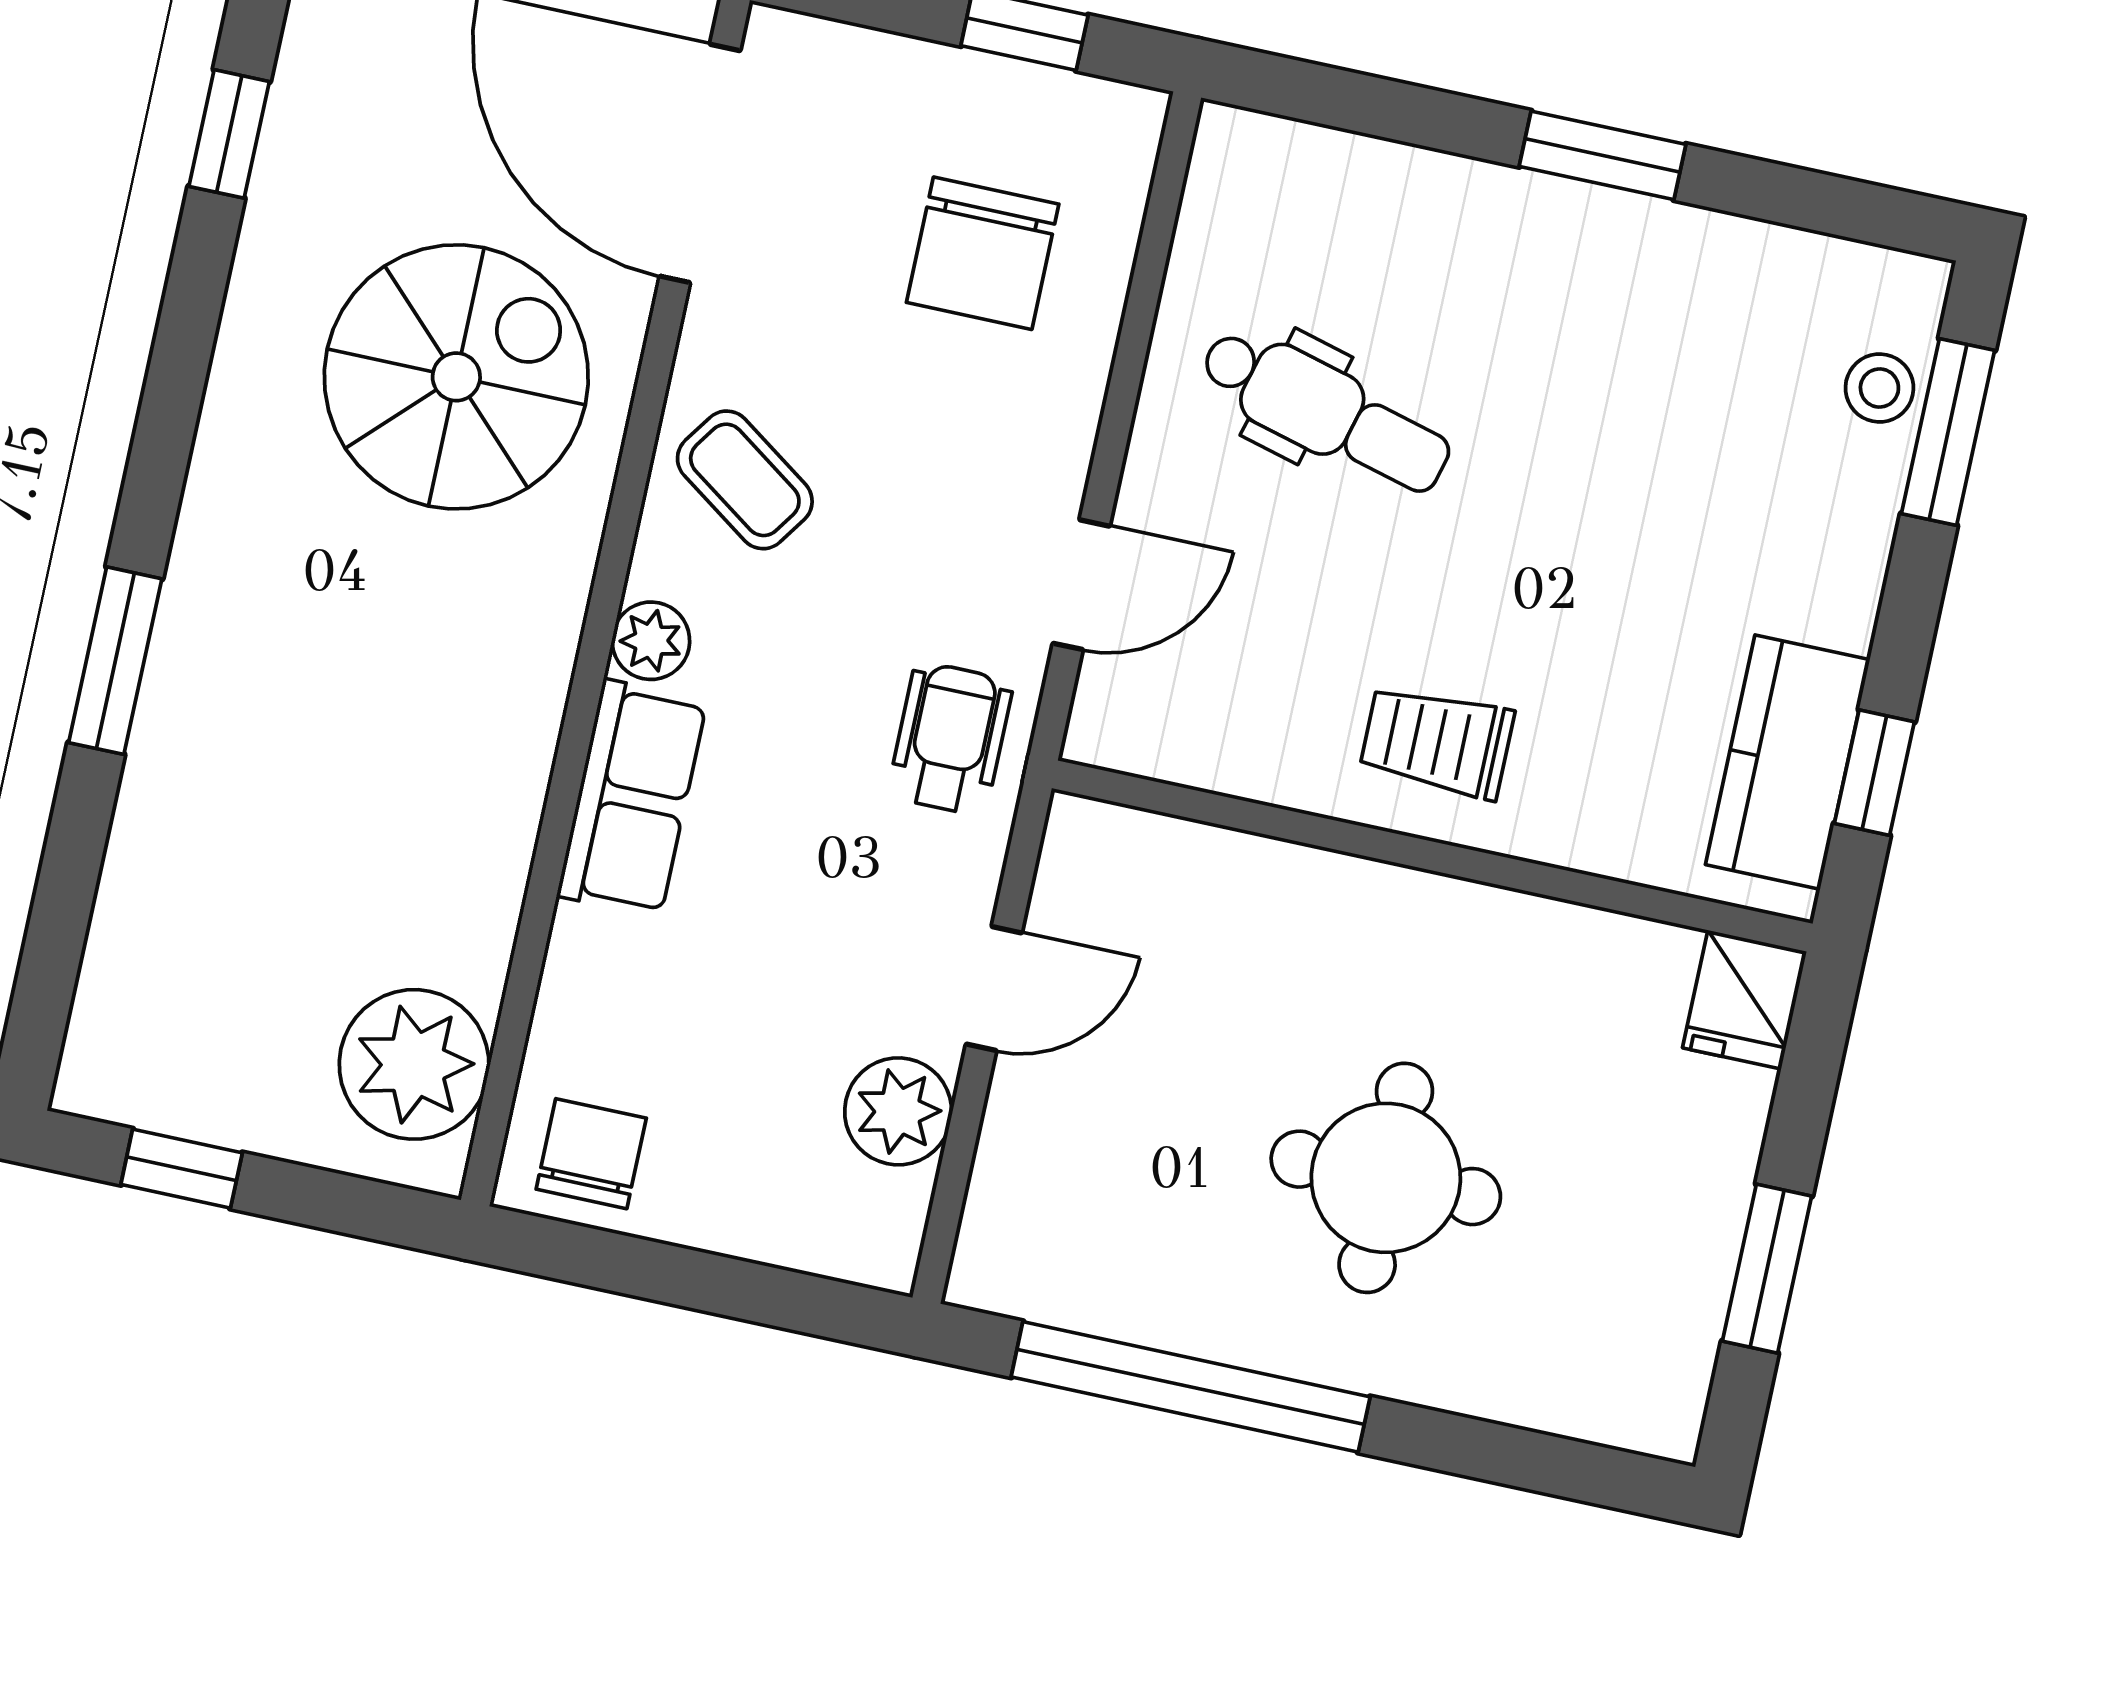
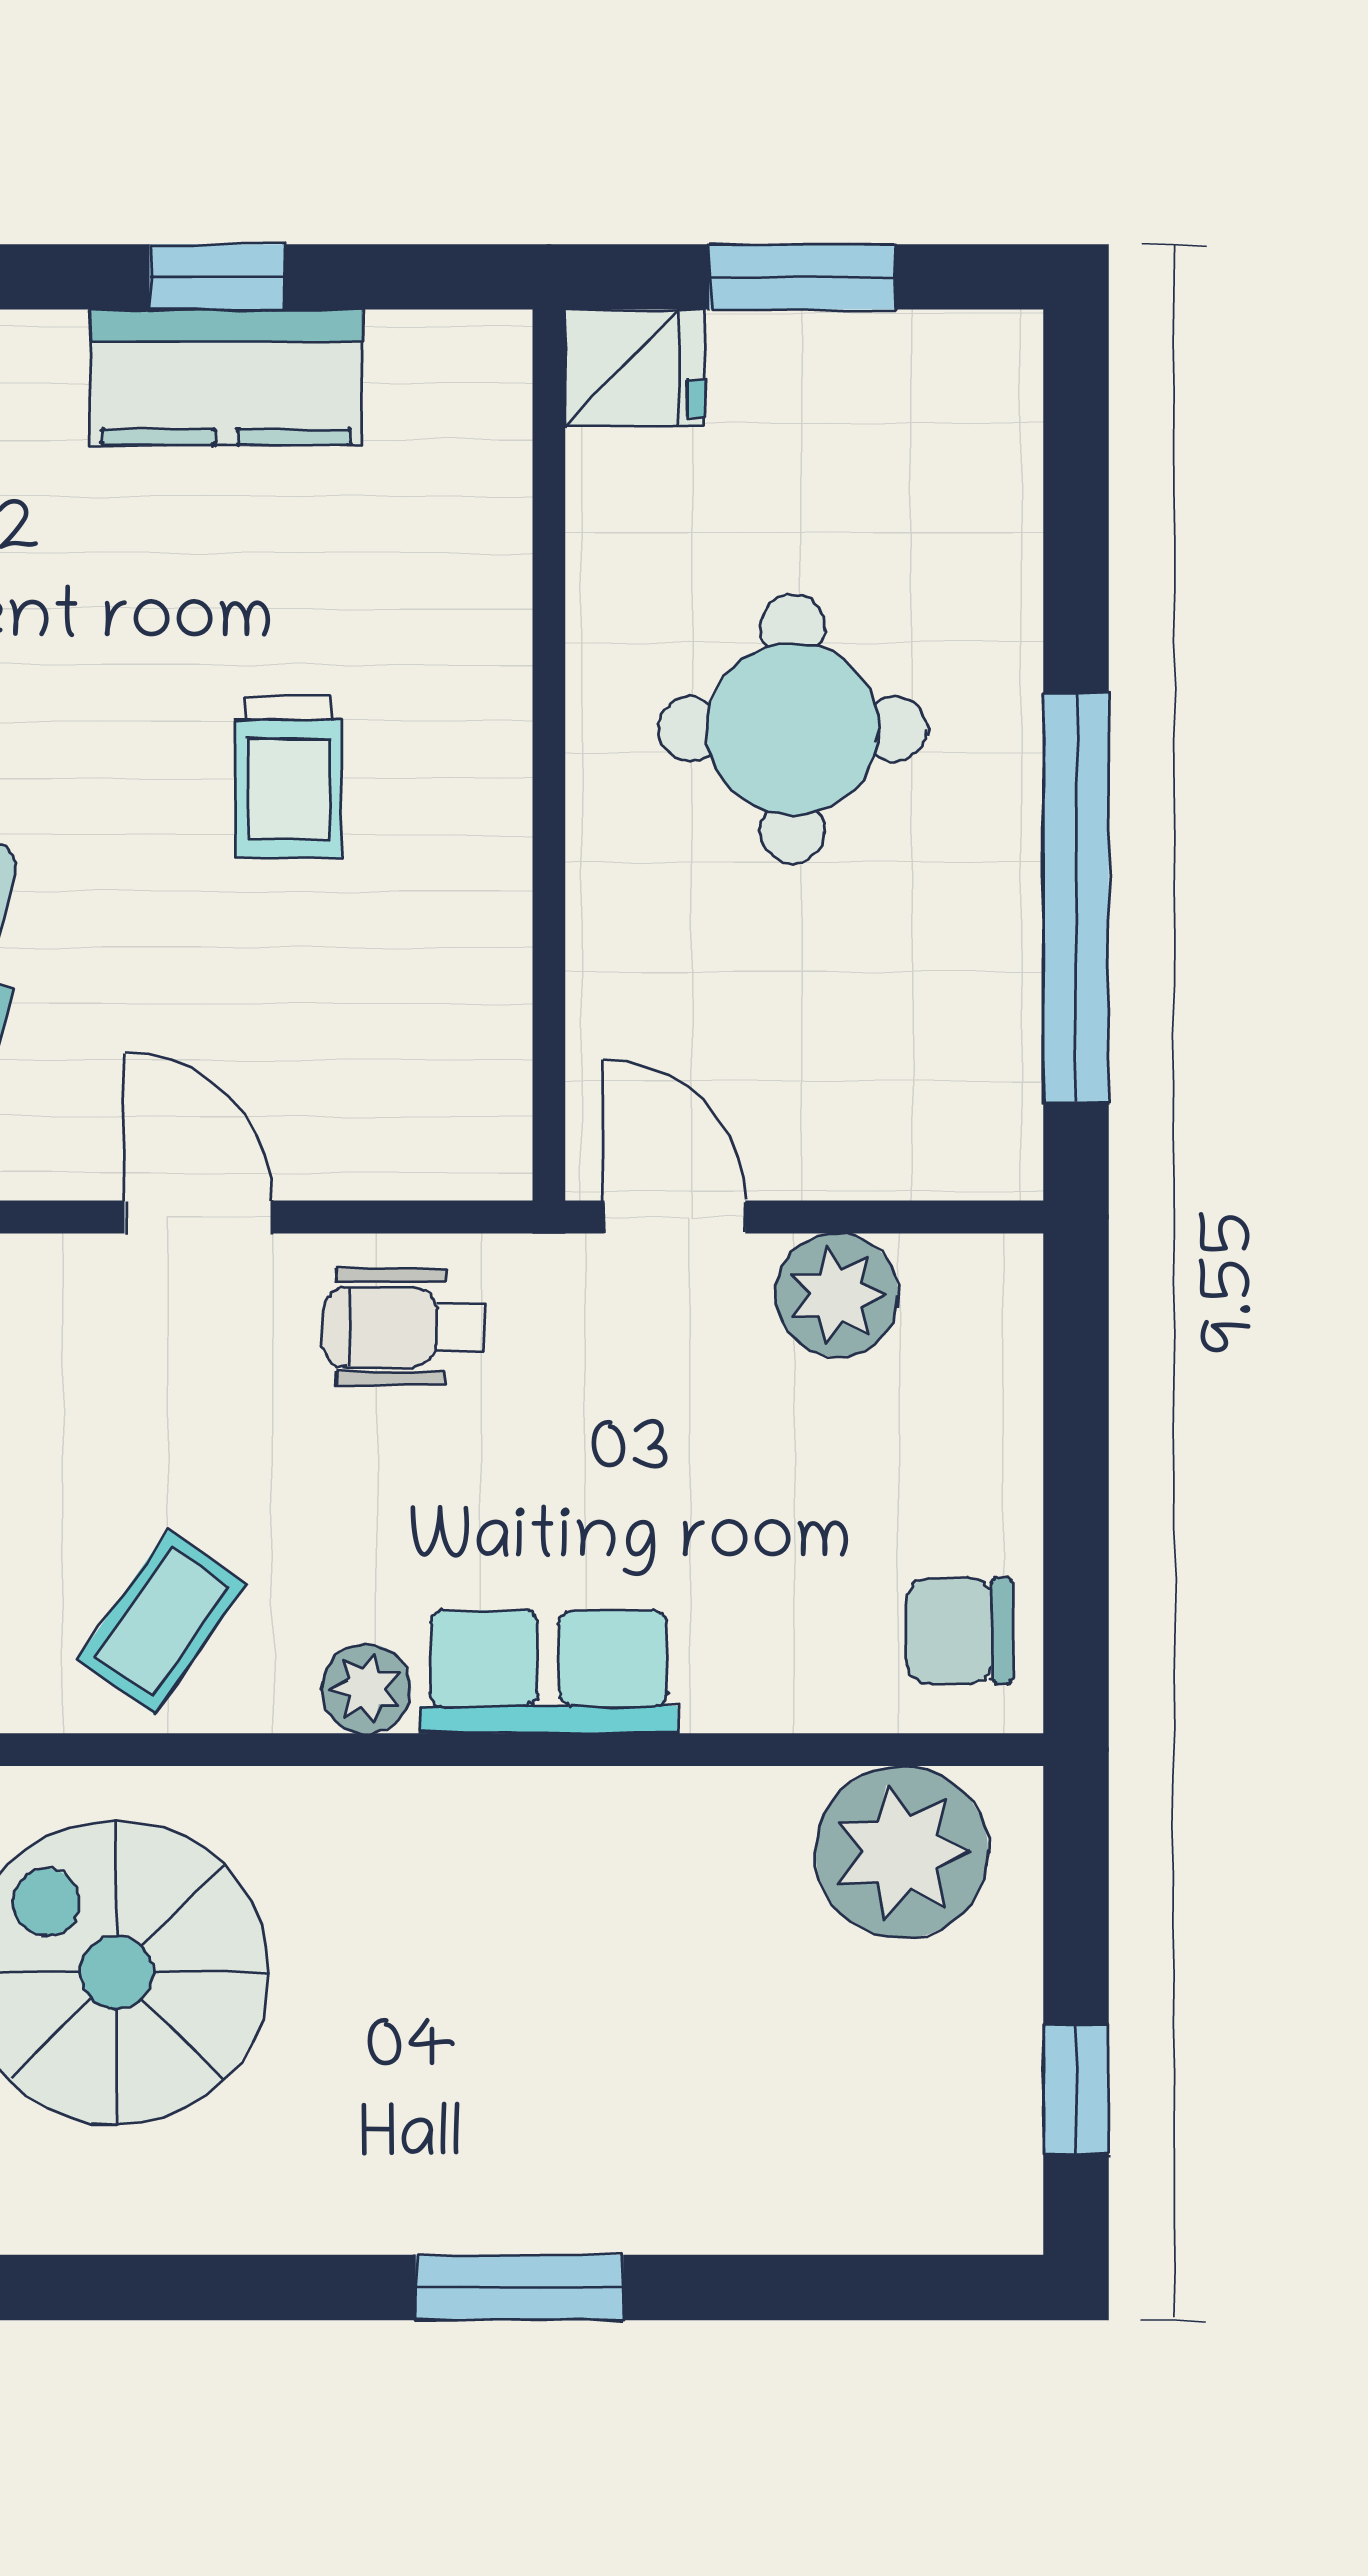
wall: (1432, 856) -> (549, 755), moved
fridge: (1745, 1000) -> (635, 368), moved

